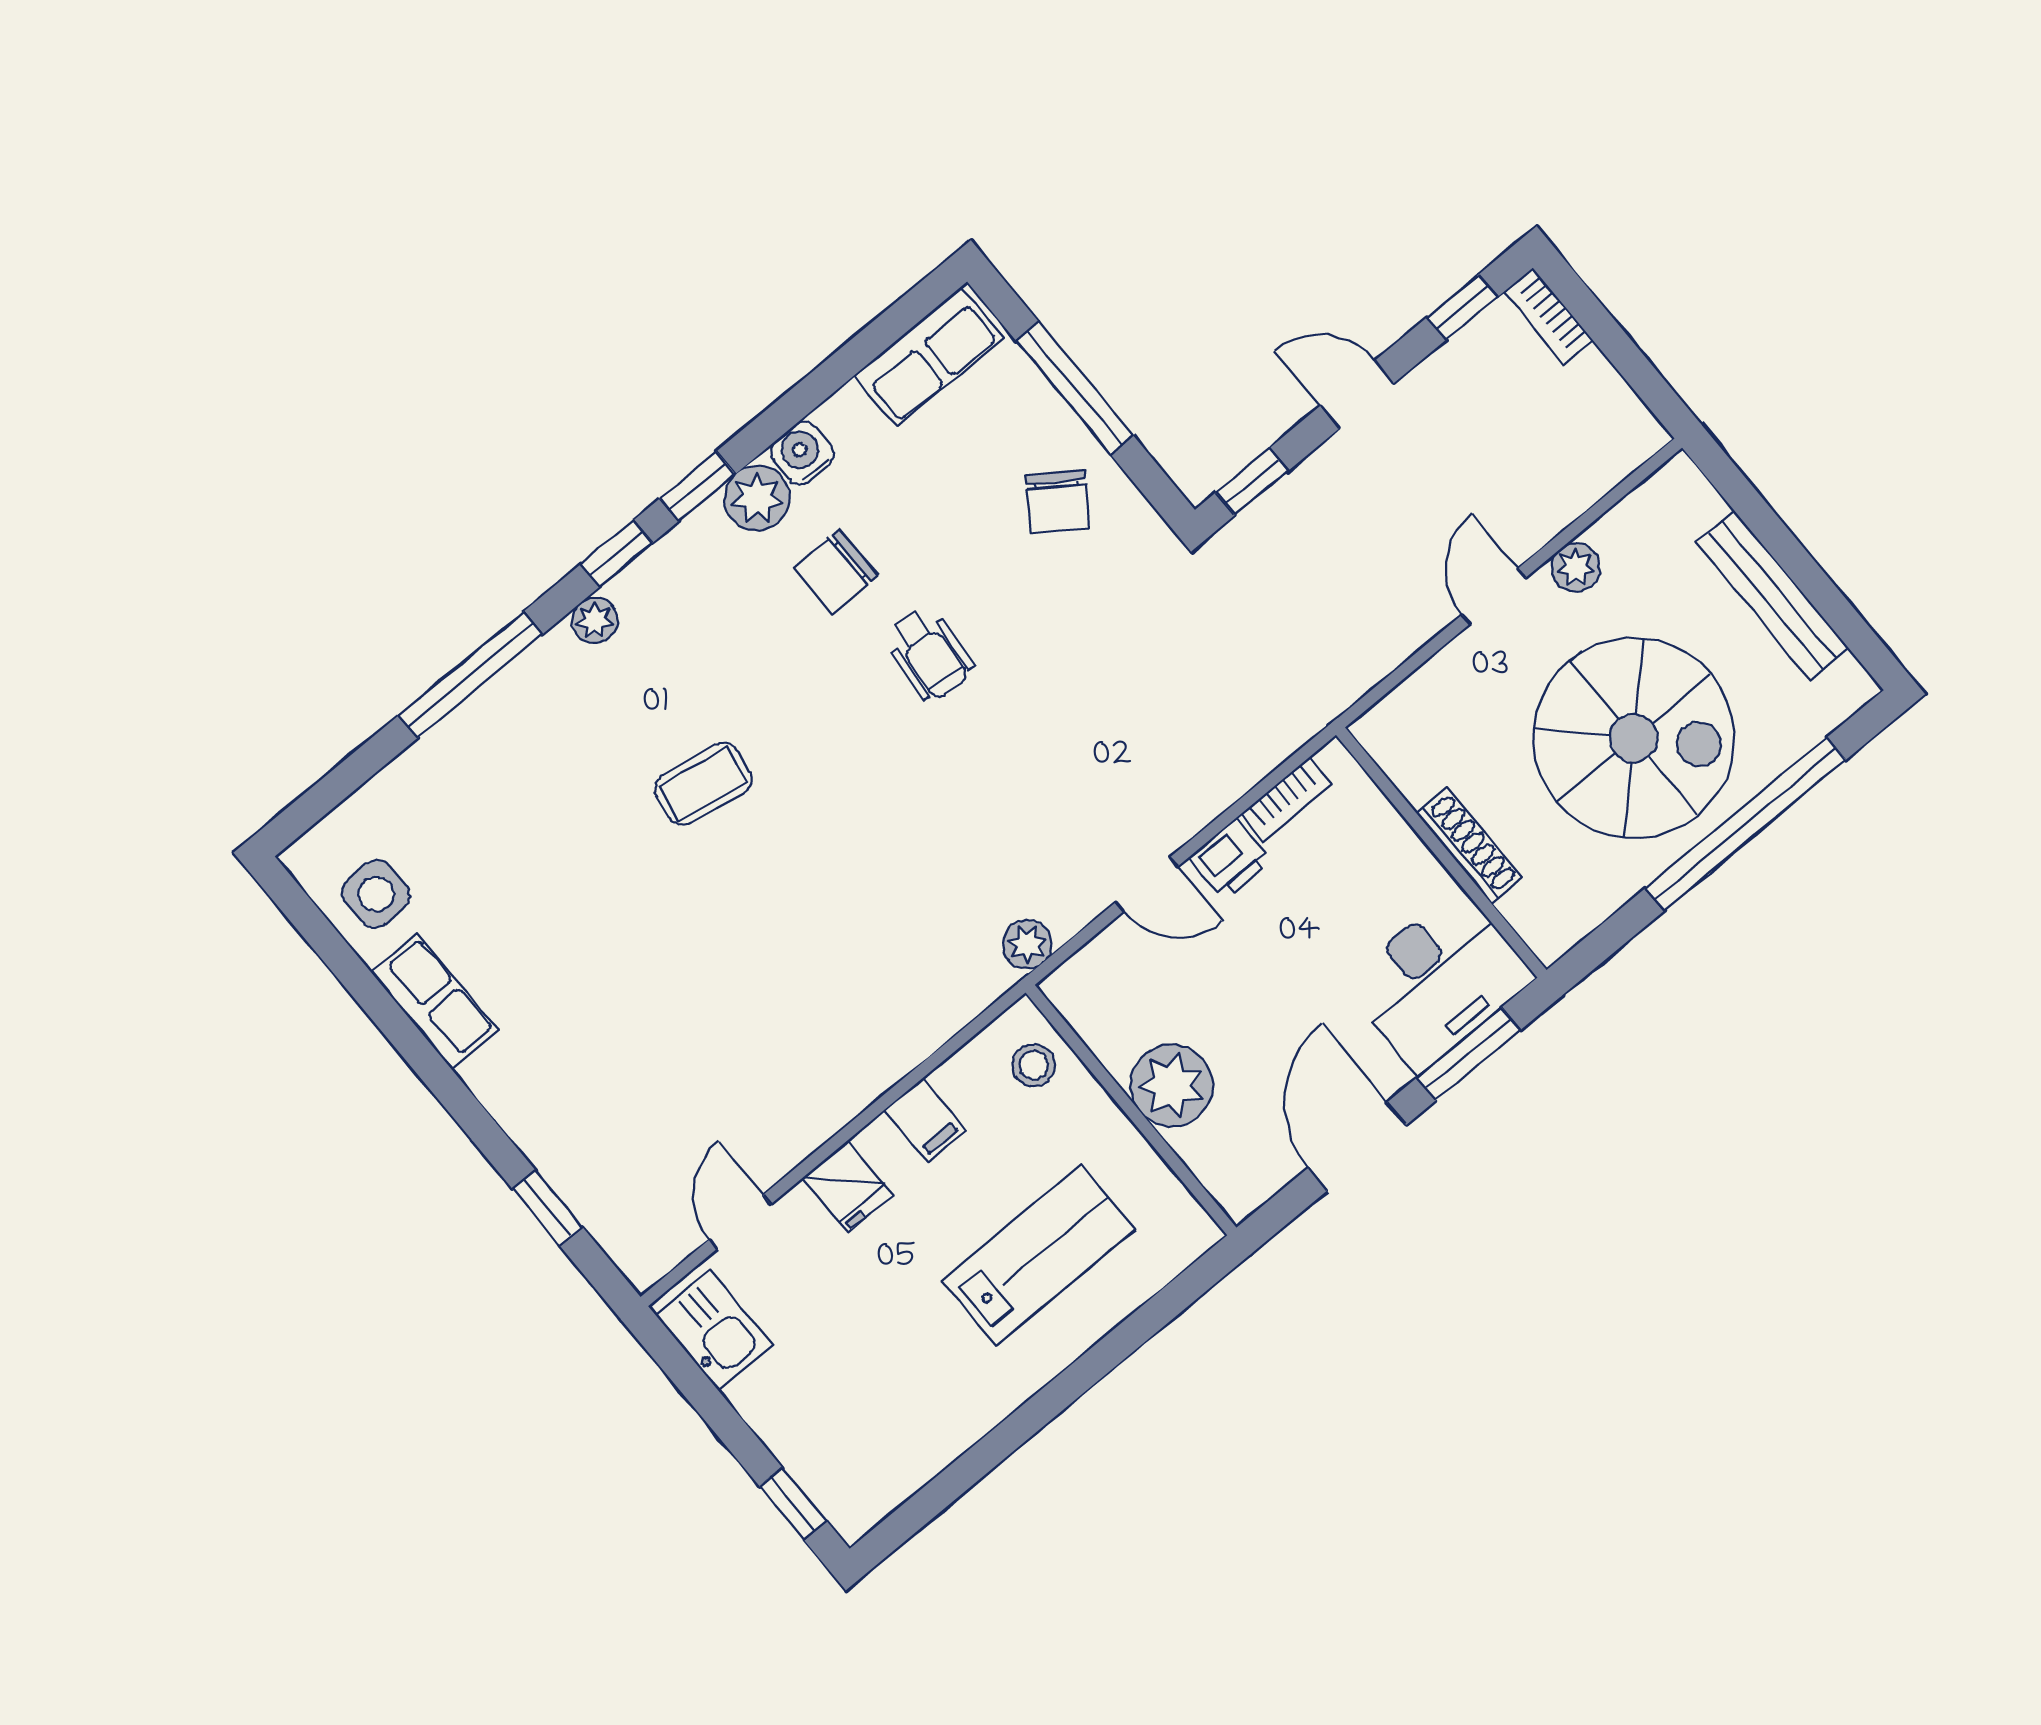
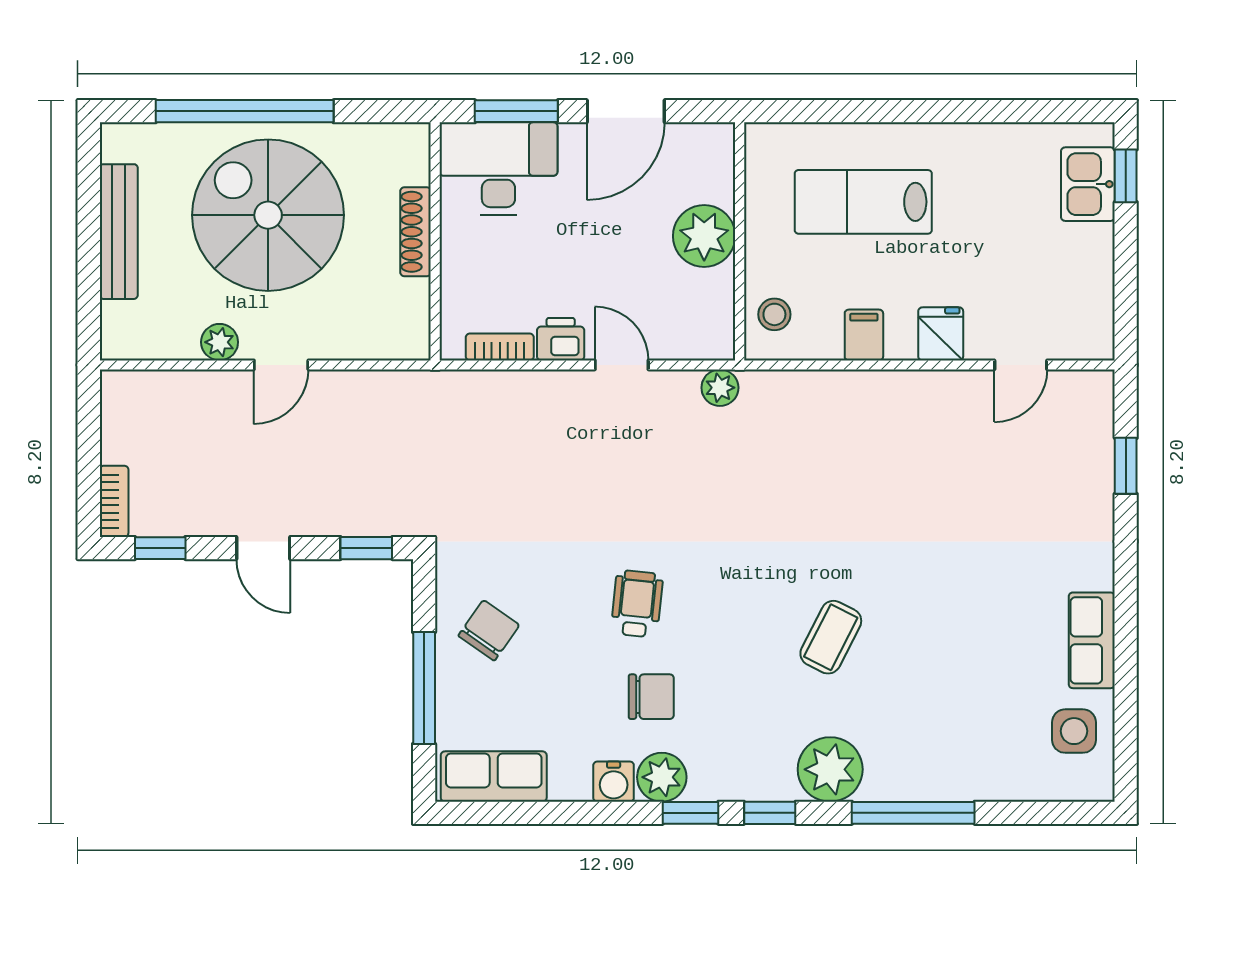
plant: (595, 620) -> (830, 769), width x1.87, depth x1.87
coffee table: (703, 784) -> (831, 637), turned -73
kitchen sink: (714, 1330) -> (1088, 184), moved

